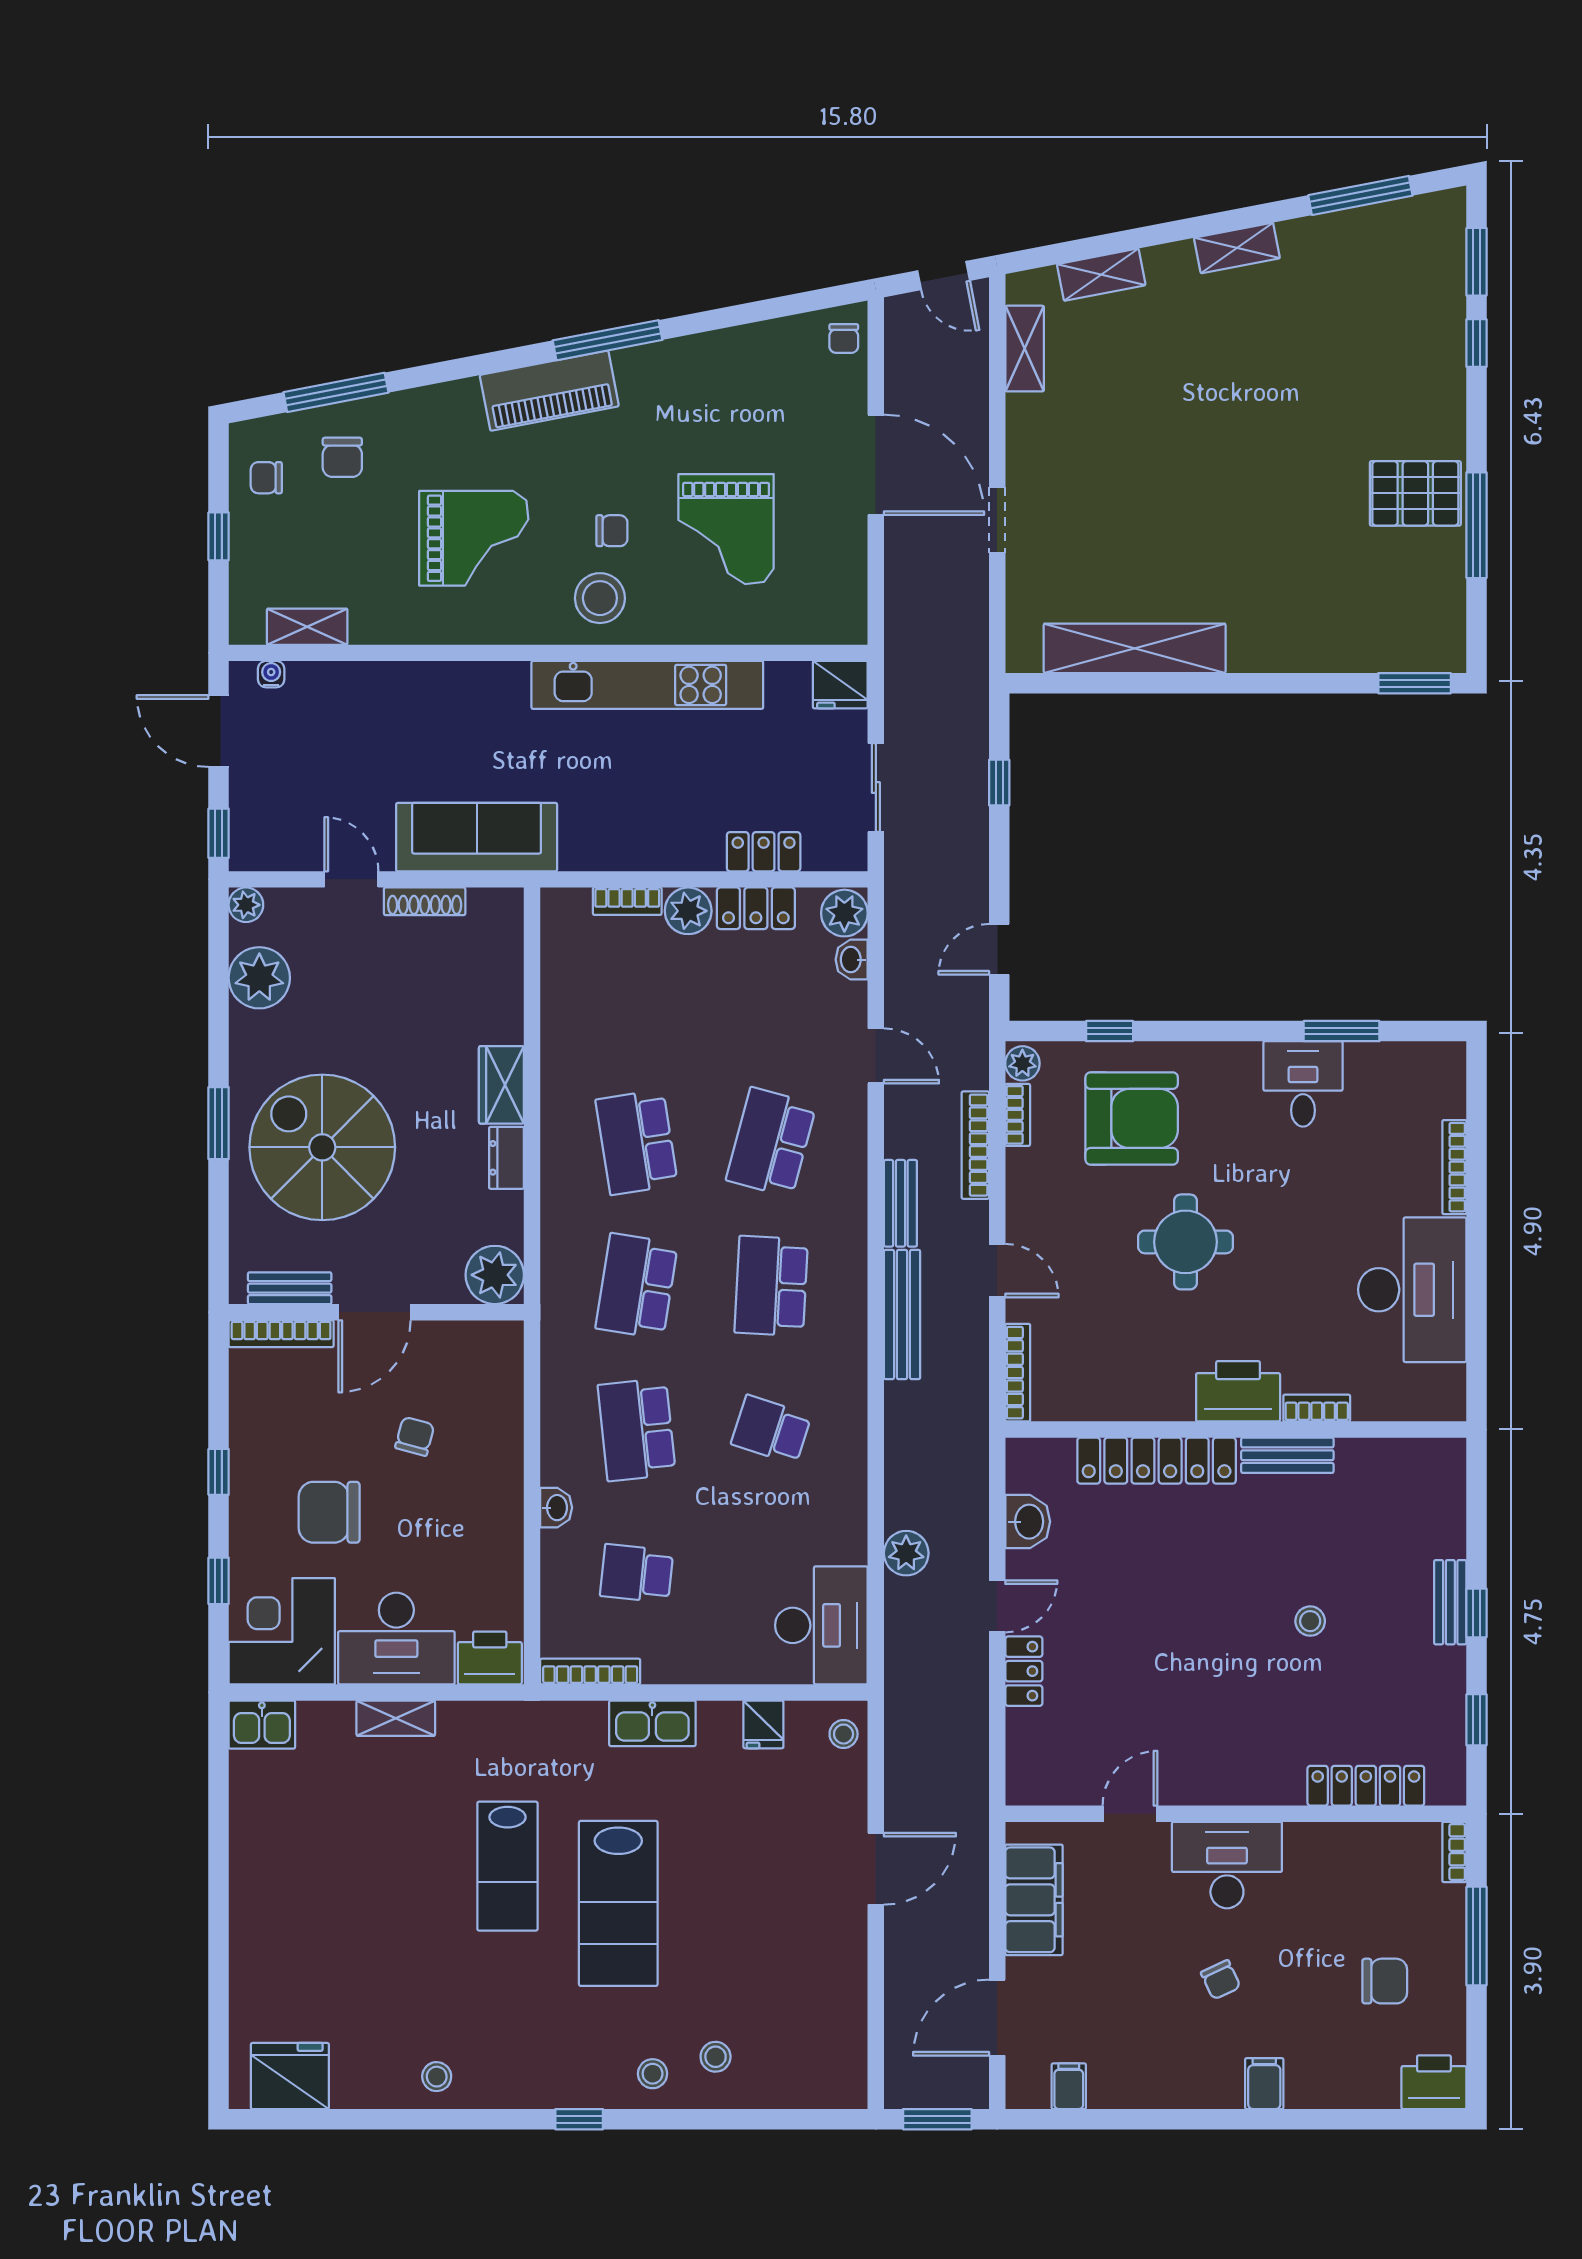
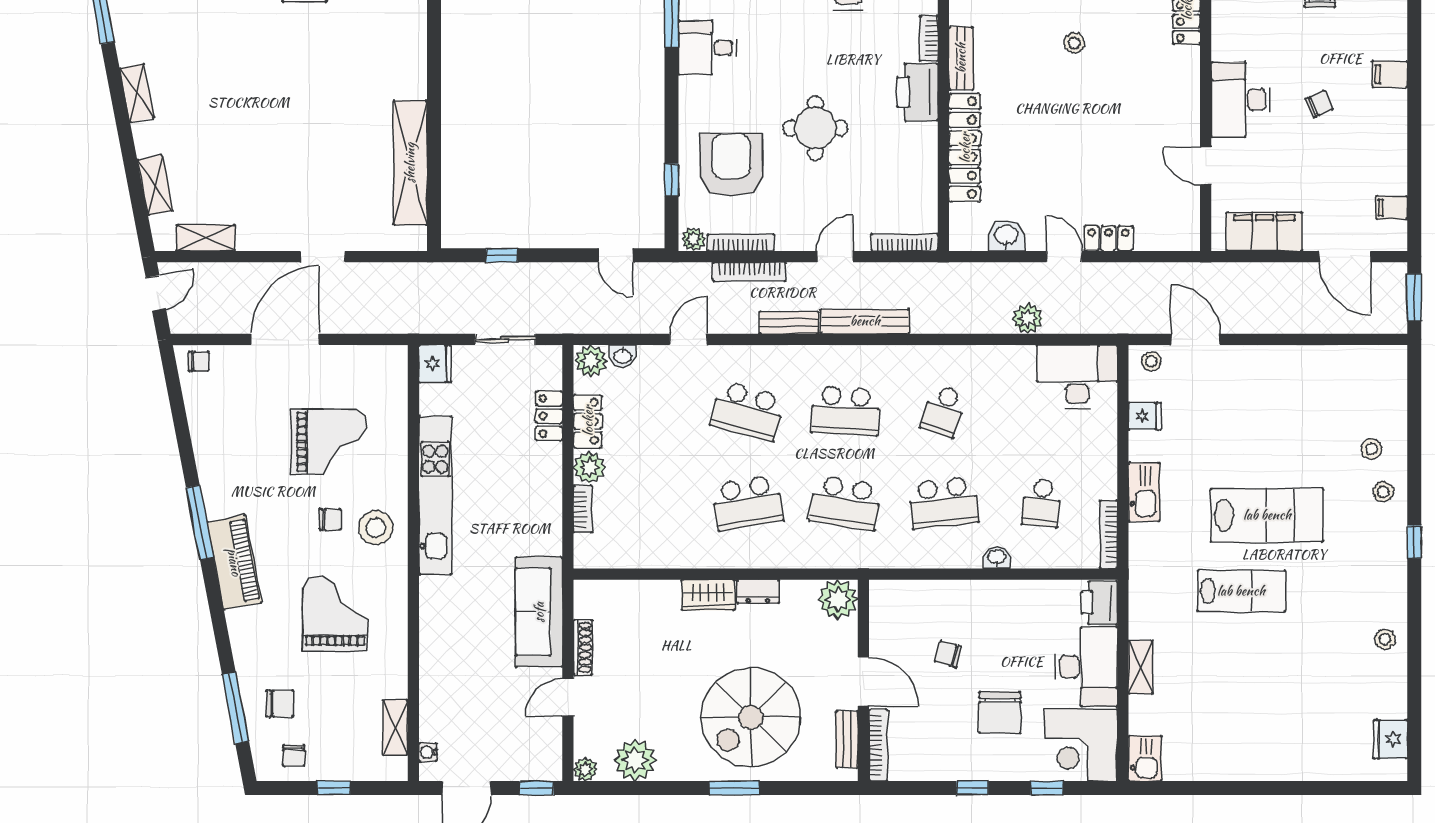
chair: (612, 531) -> (330, 520), turned 90
bookcase: (1018, 1115) -> (741, 243), width x1.56
door: (876, 1869) -> (1196, 339), moved
fridge: (290, 2076) -> (1390, 739), width x0.73, depth x0.75

